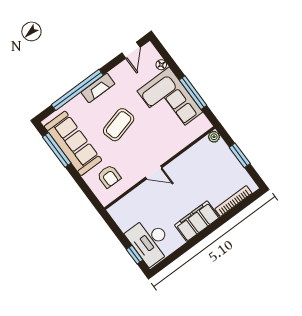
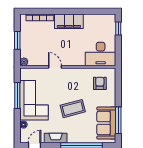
fireplace: (98, 88) -> (56, 138), moved
sofa: (73, 143) -> (106, 123), width x0.73
door: (154, 173) -> (55, 67), moved
desk: (150, 241) -> (101, 54), moved, turned 90

